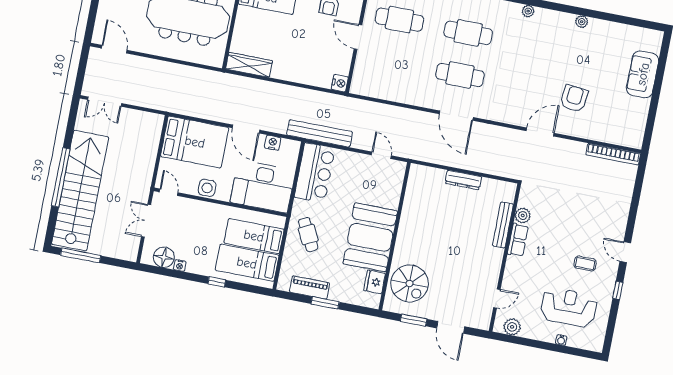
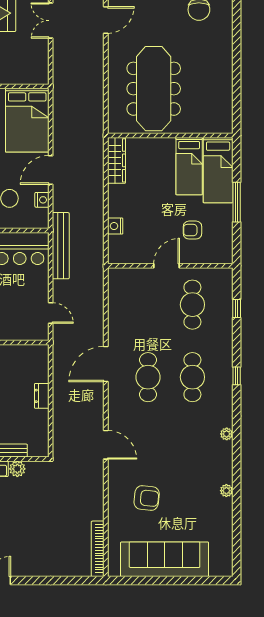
sofa: (643, 74) -> (165, 559), width x1.85, depth x1.27
nightstand: (340, 83) -> (115, 226), moved, turned 90
door: (456, 116) -> (106, 364), moved
door: (540, 132) -> (106, 445), moved
door: (381, 155) -> (51, 313), hinge flipped
dresser: (463, 180) -> (42, 396), width x0.70

